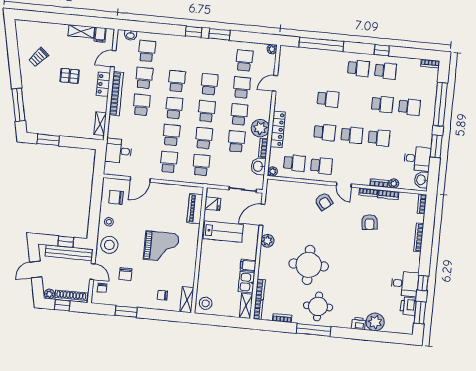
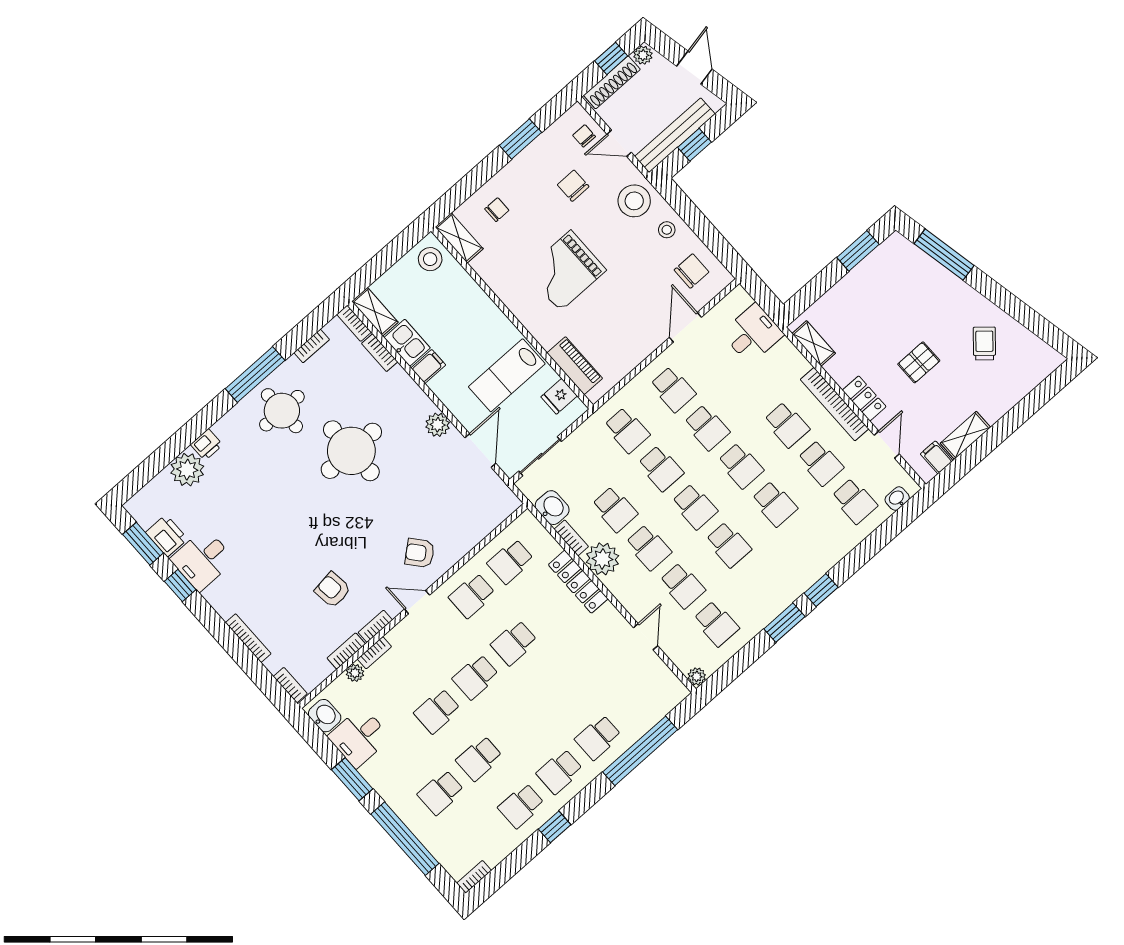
school desk: (328, 99) -> (598, 737), moved
plant: (273, 172) -> (527, 520), removed

